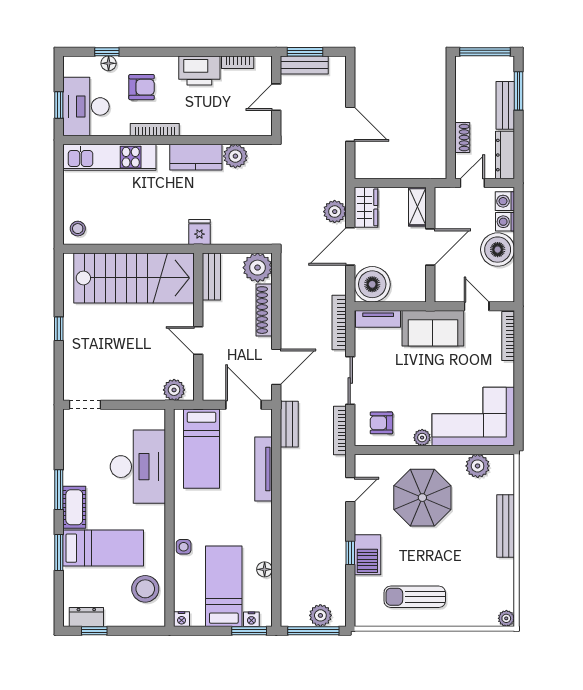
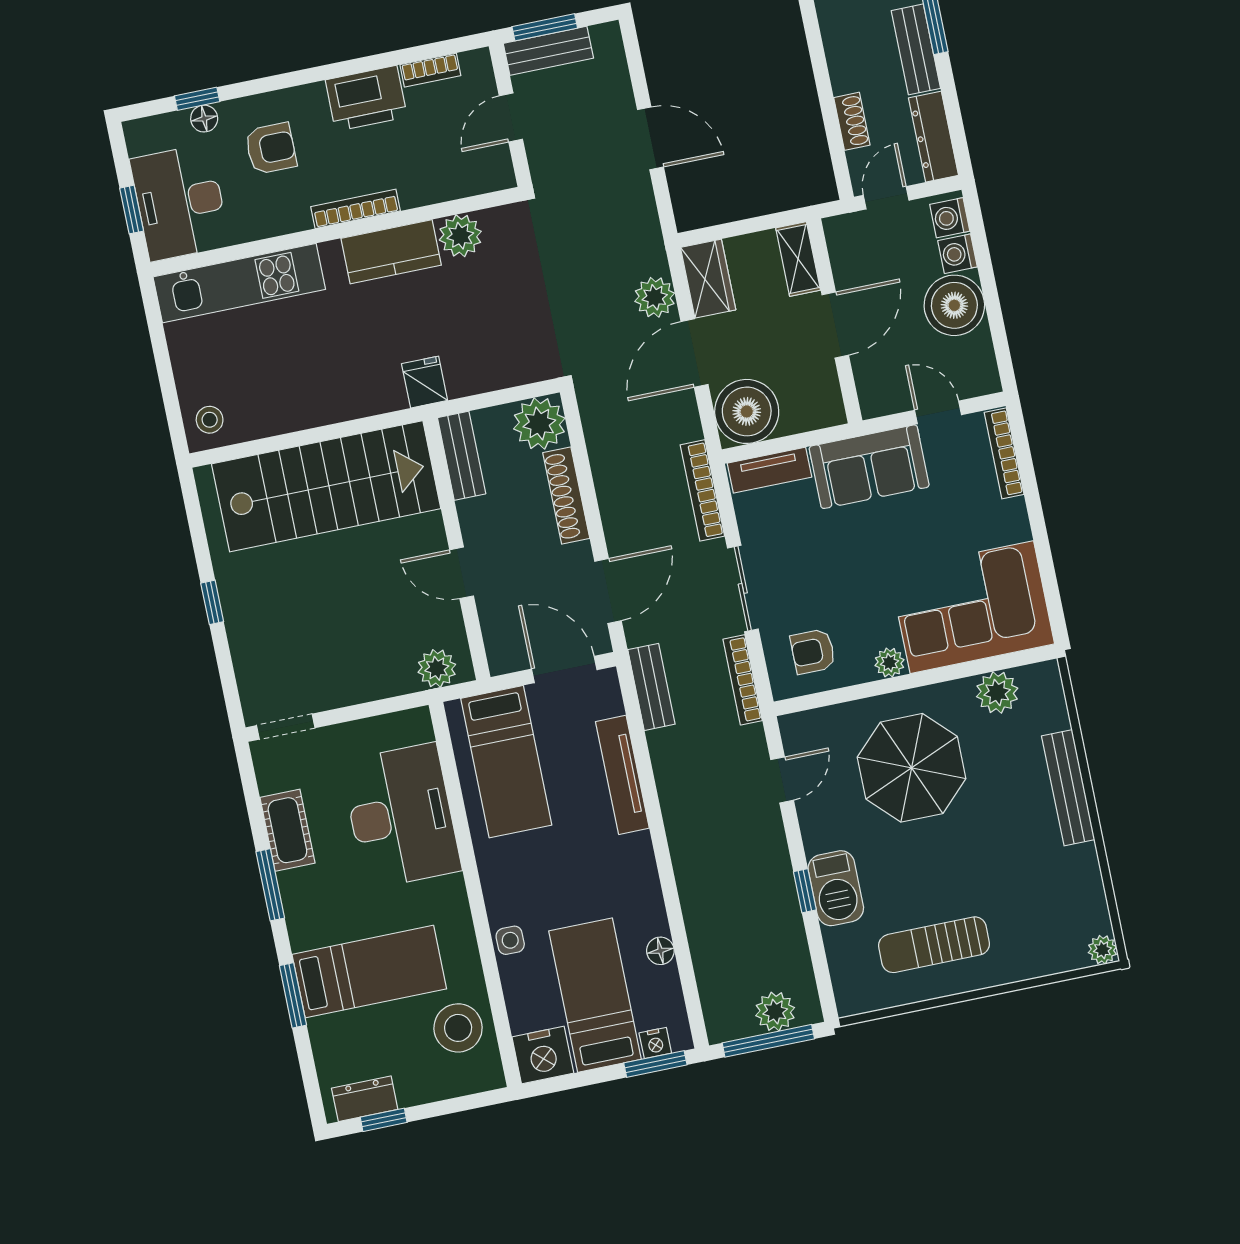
bookcase: (155, 130) -> (355, 209), moved
cot: (74, 507) -> (287, 830), moved
nightstand: (182, 619) -> (543, 1055), width x1.89, depth x1.79

